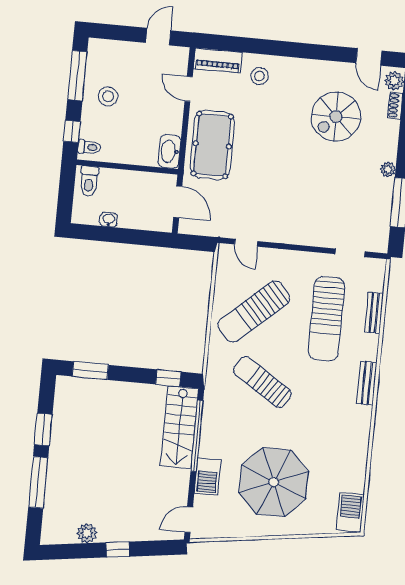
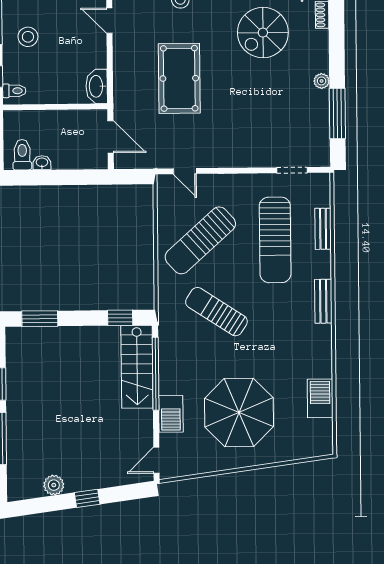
pool table: (212, 145) -> (179, 78), moved
toilet: (89, 181) -> (22, 155), moved, turned 180
barbecue: (350, 512) -> (320, 398), moved

